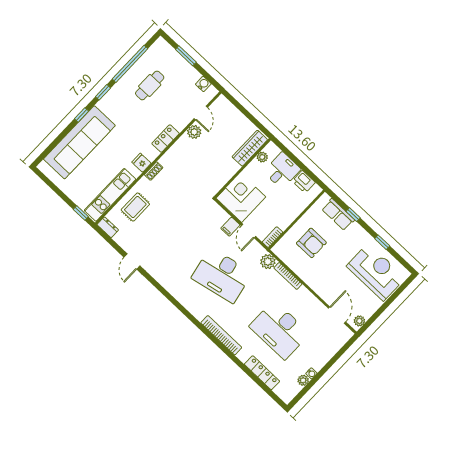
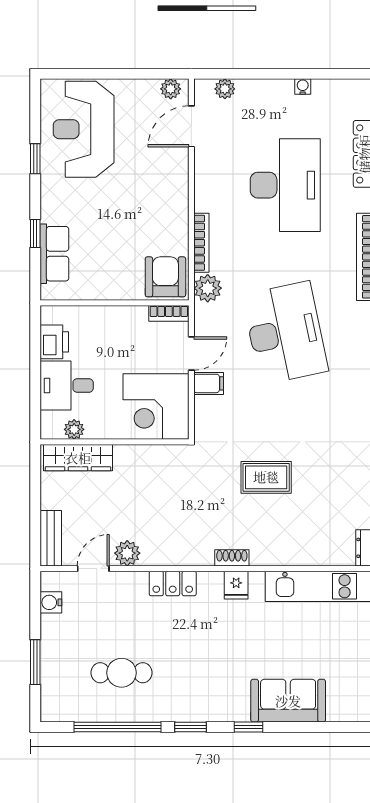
bench: (228, 108) -> (51, 538), added
sofa: (79, 142) -> (288, 701), width x0.54, depth x0.79
rug: (135, 207) -> (266, 477), moved
armchair: (311, 243) -> (165, 277), moved
plant: (303, 380) -> (225, 89), moved

